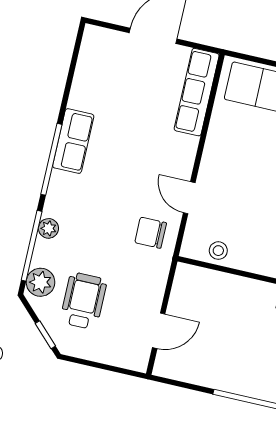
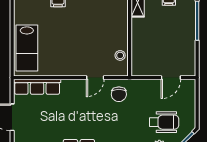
wheelchair: (83, 301) -> (164, 122), turned 180
door: (159, 331) -> (171, 78), swing flipped

